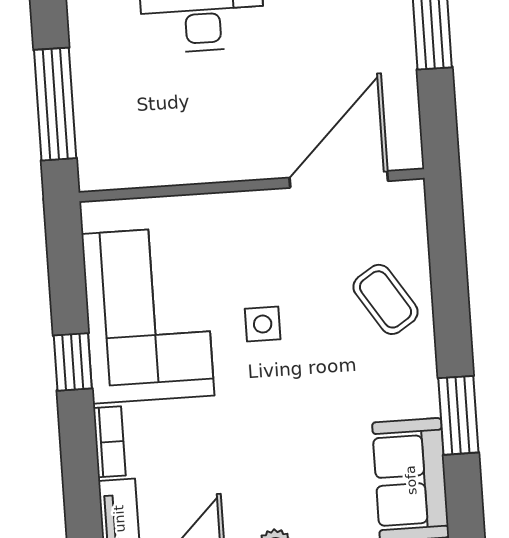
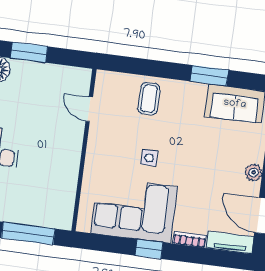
door: (339, 179) -> (89, 109), width x0.53
coffee table: (386, 299) -> (149, 99), turned -57

